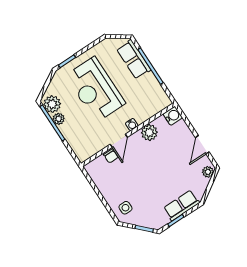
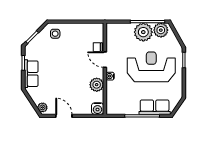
plant: (59, 119) -> (143, 32), width x1.87, depth x1.87

